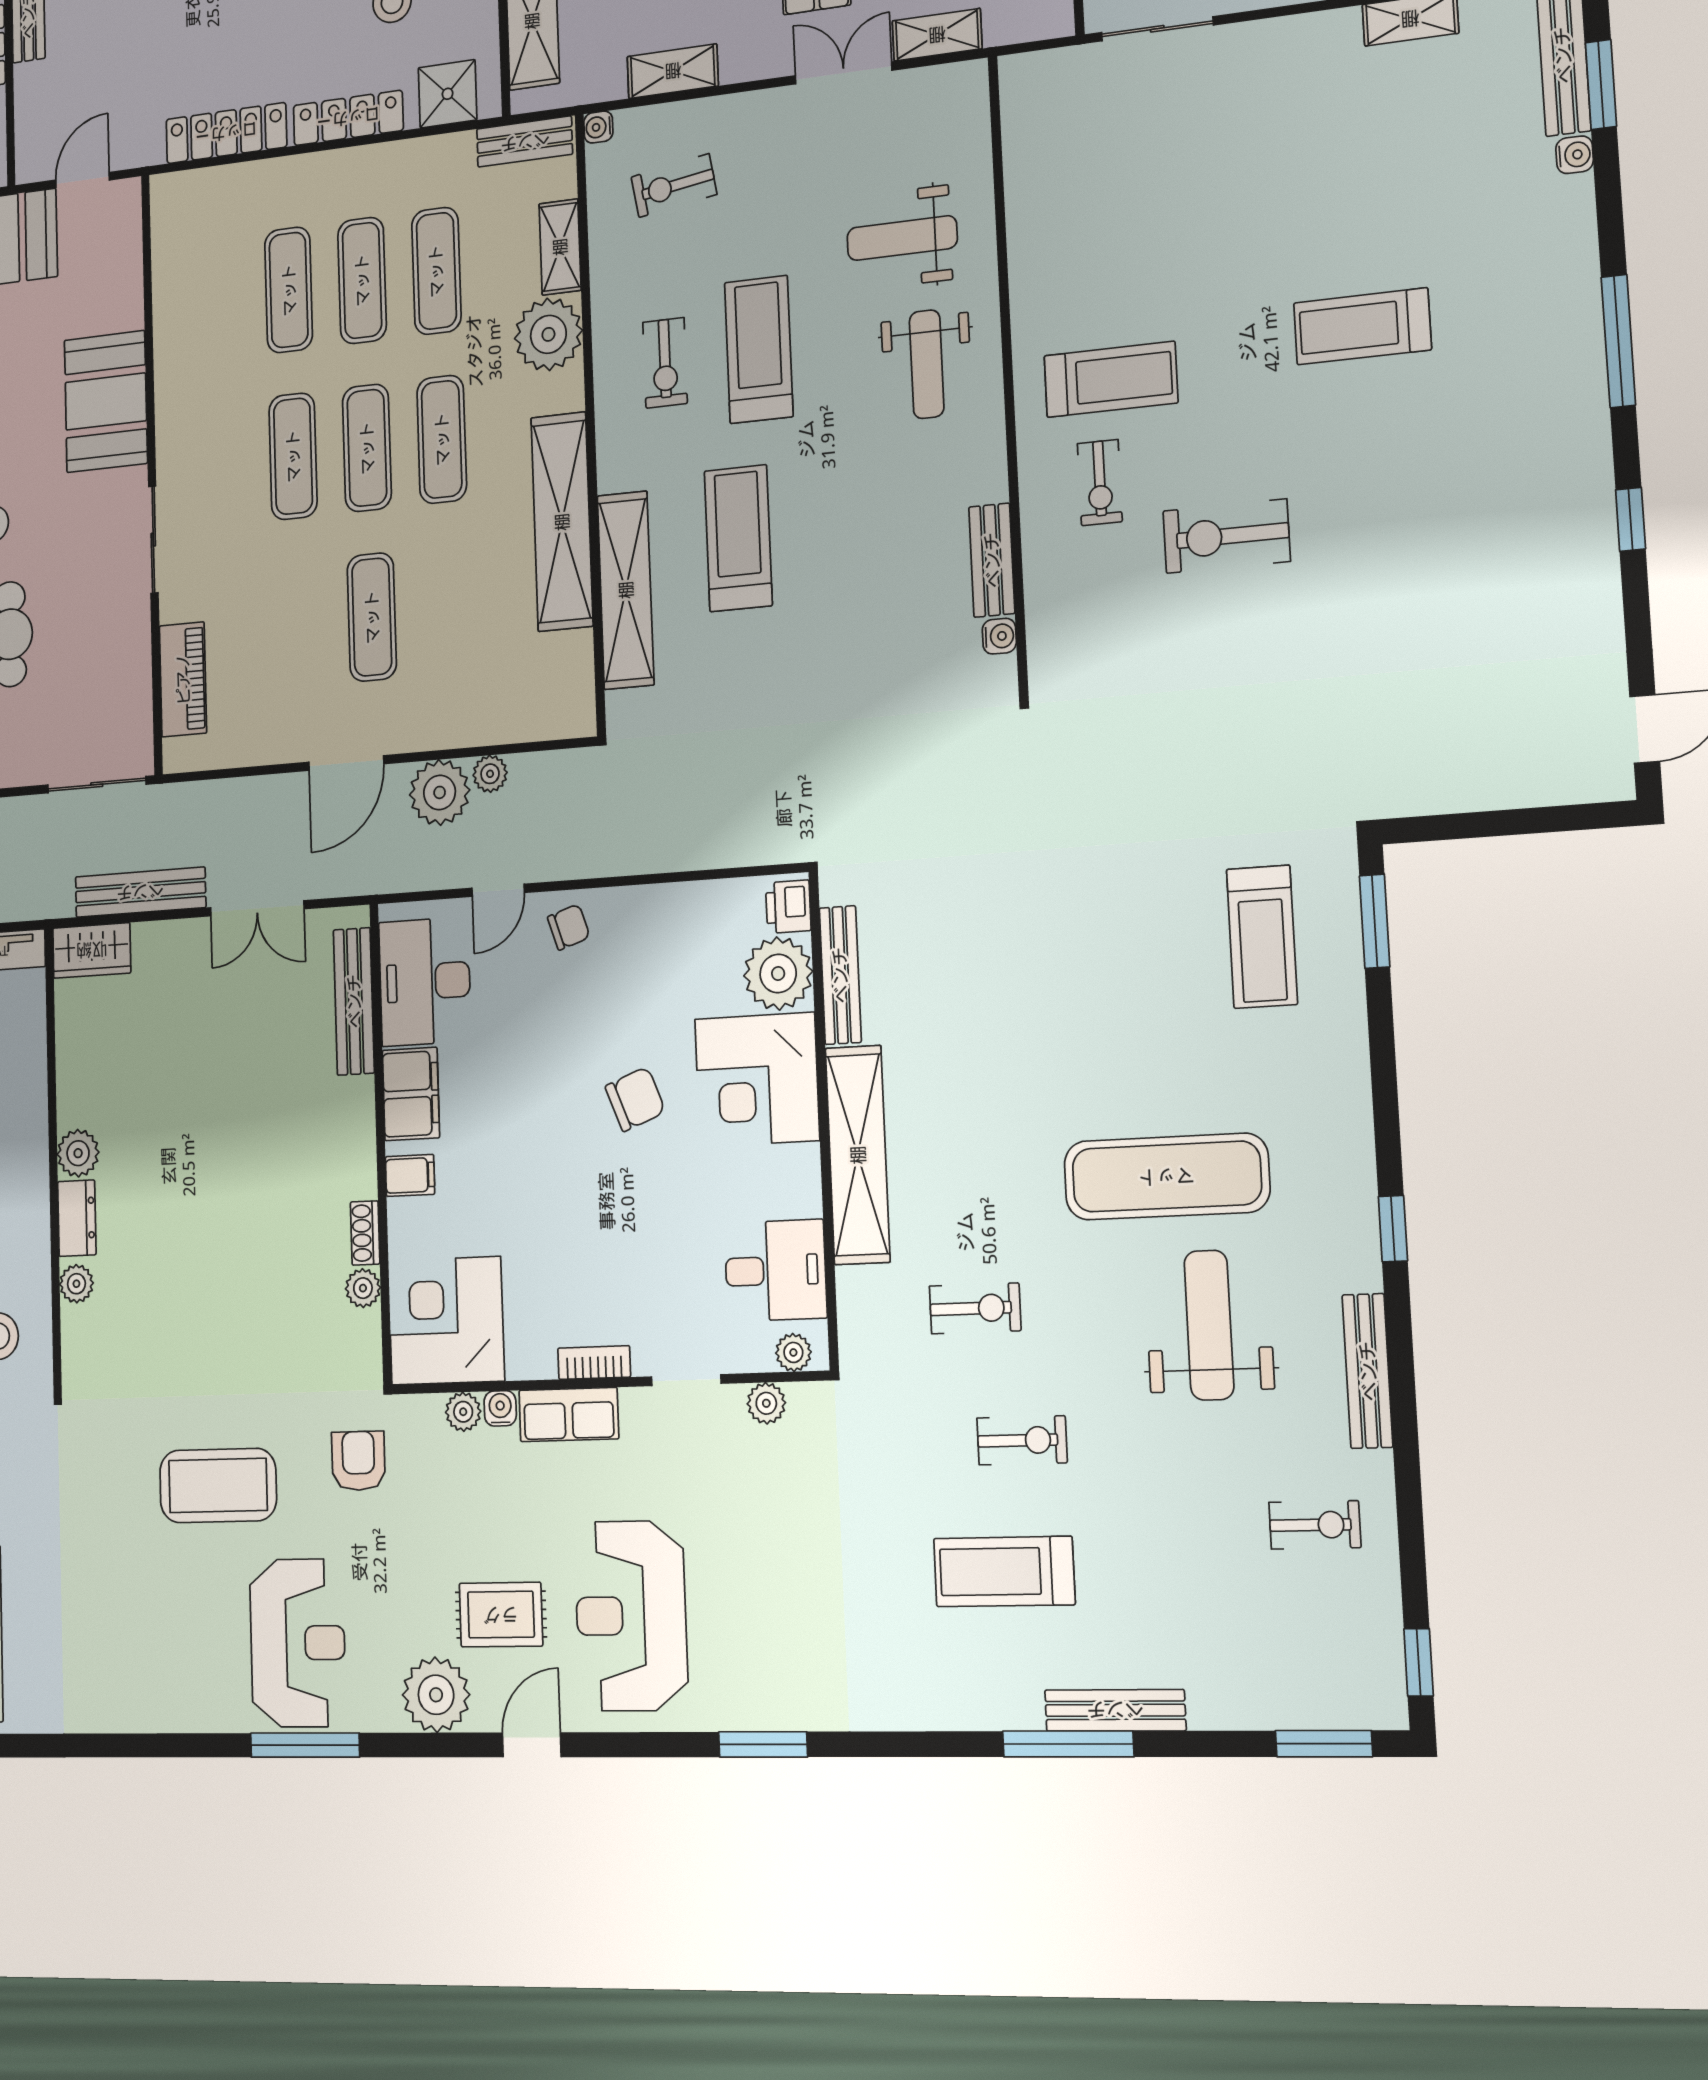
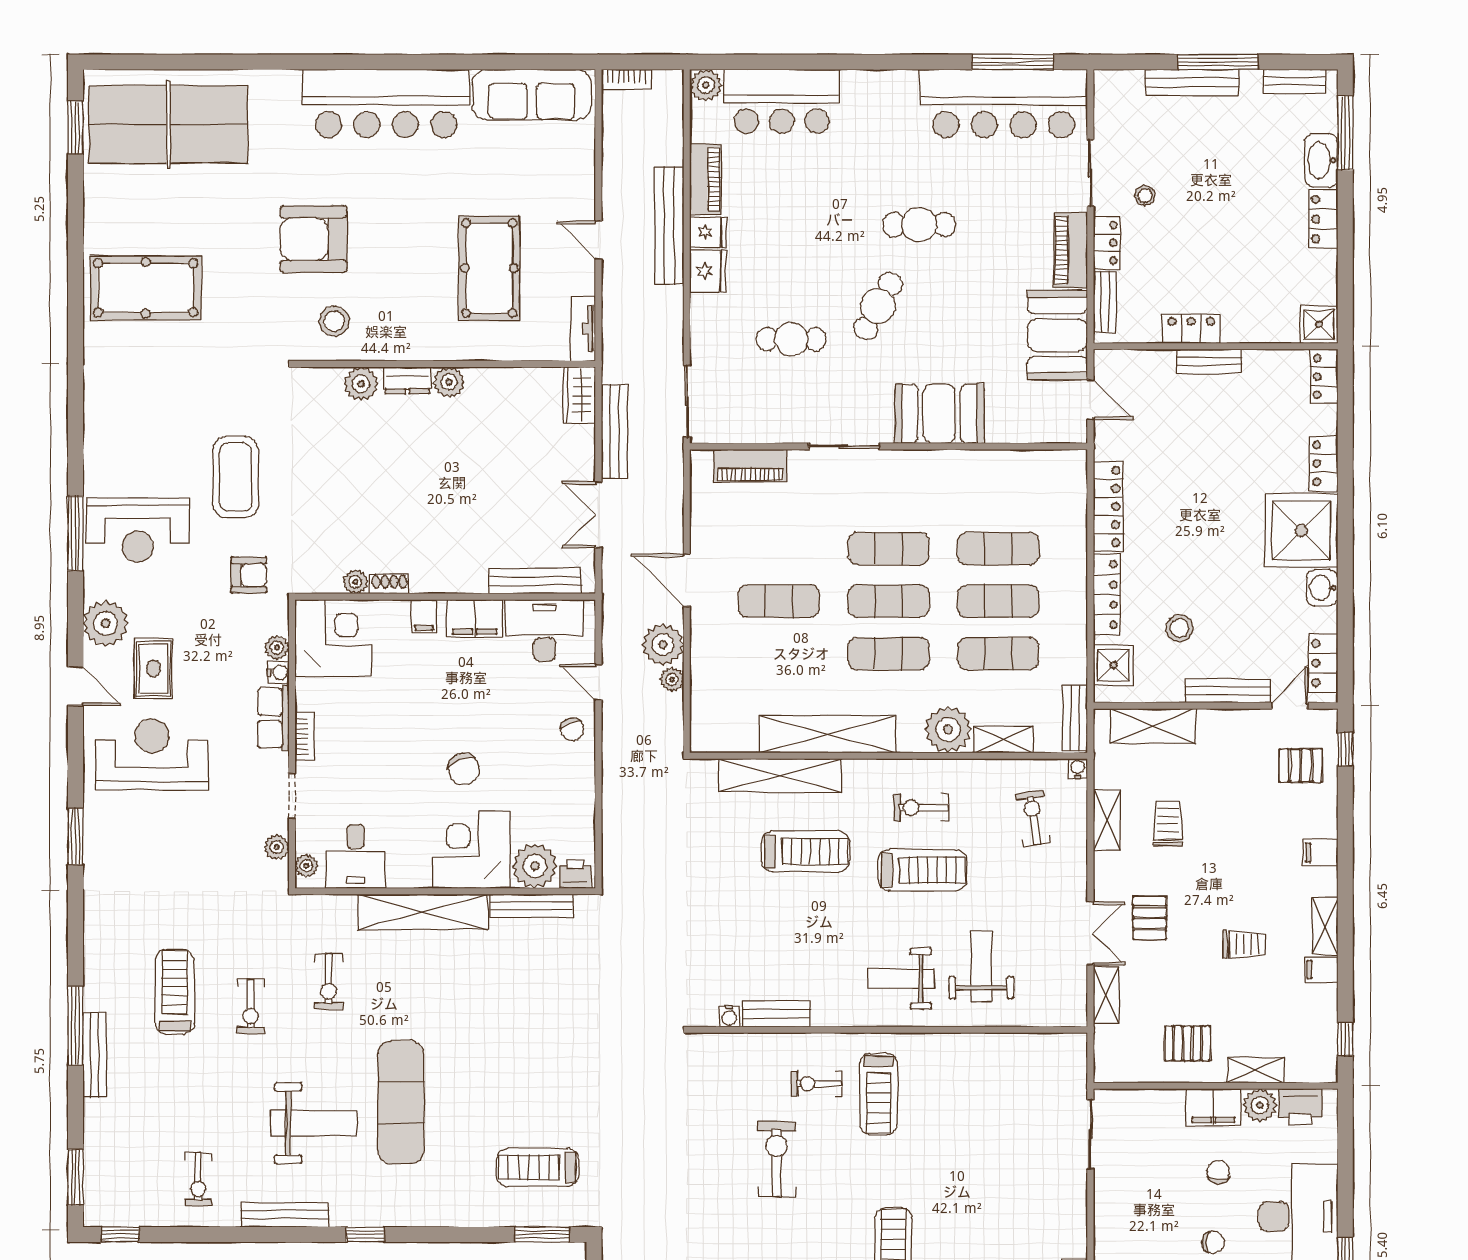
plant: (76, 1284) -> (361, 384), width x1.38, depth x1.38

